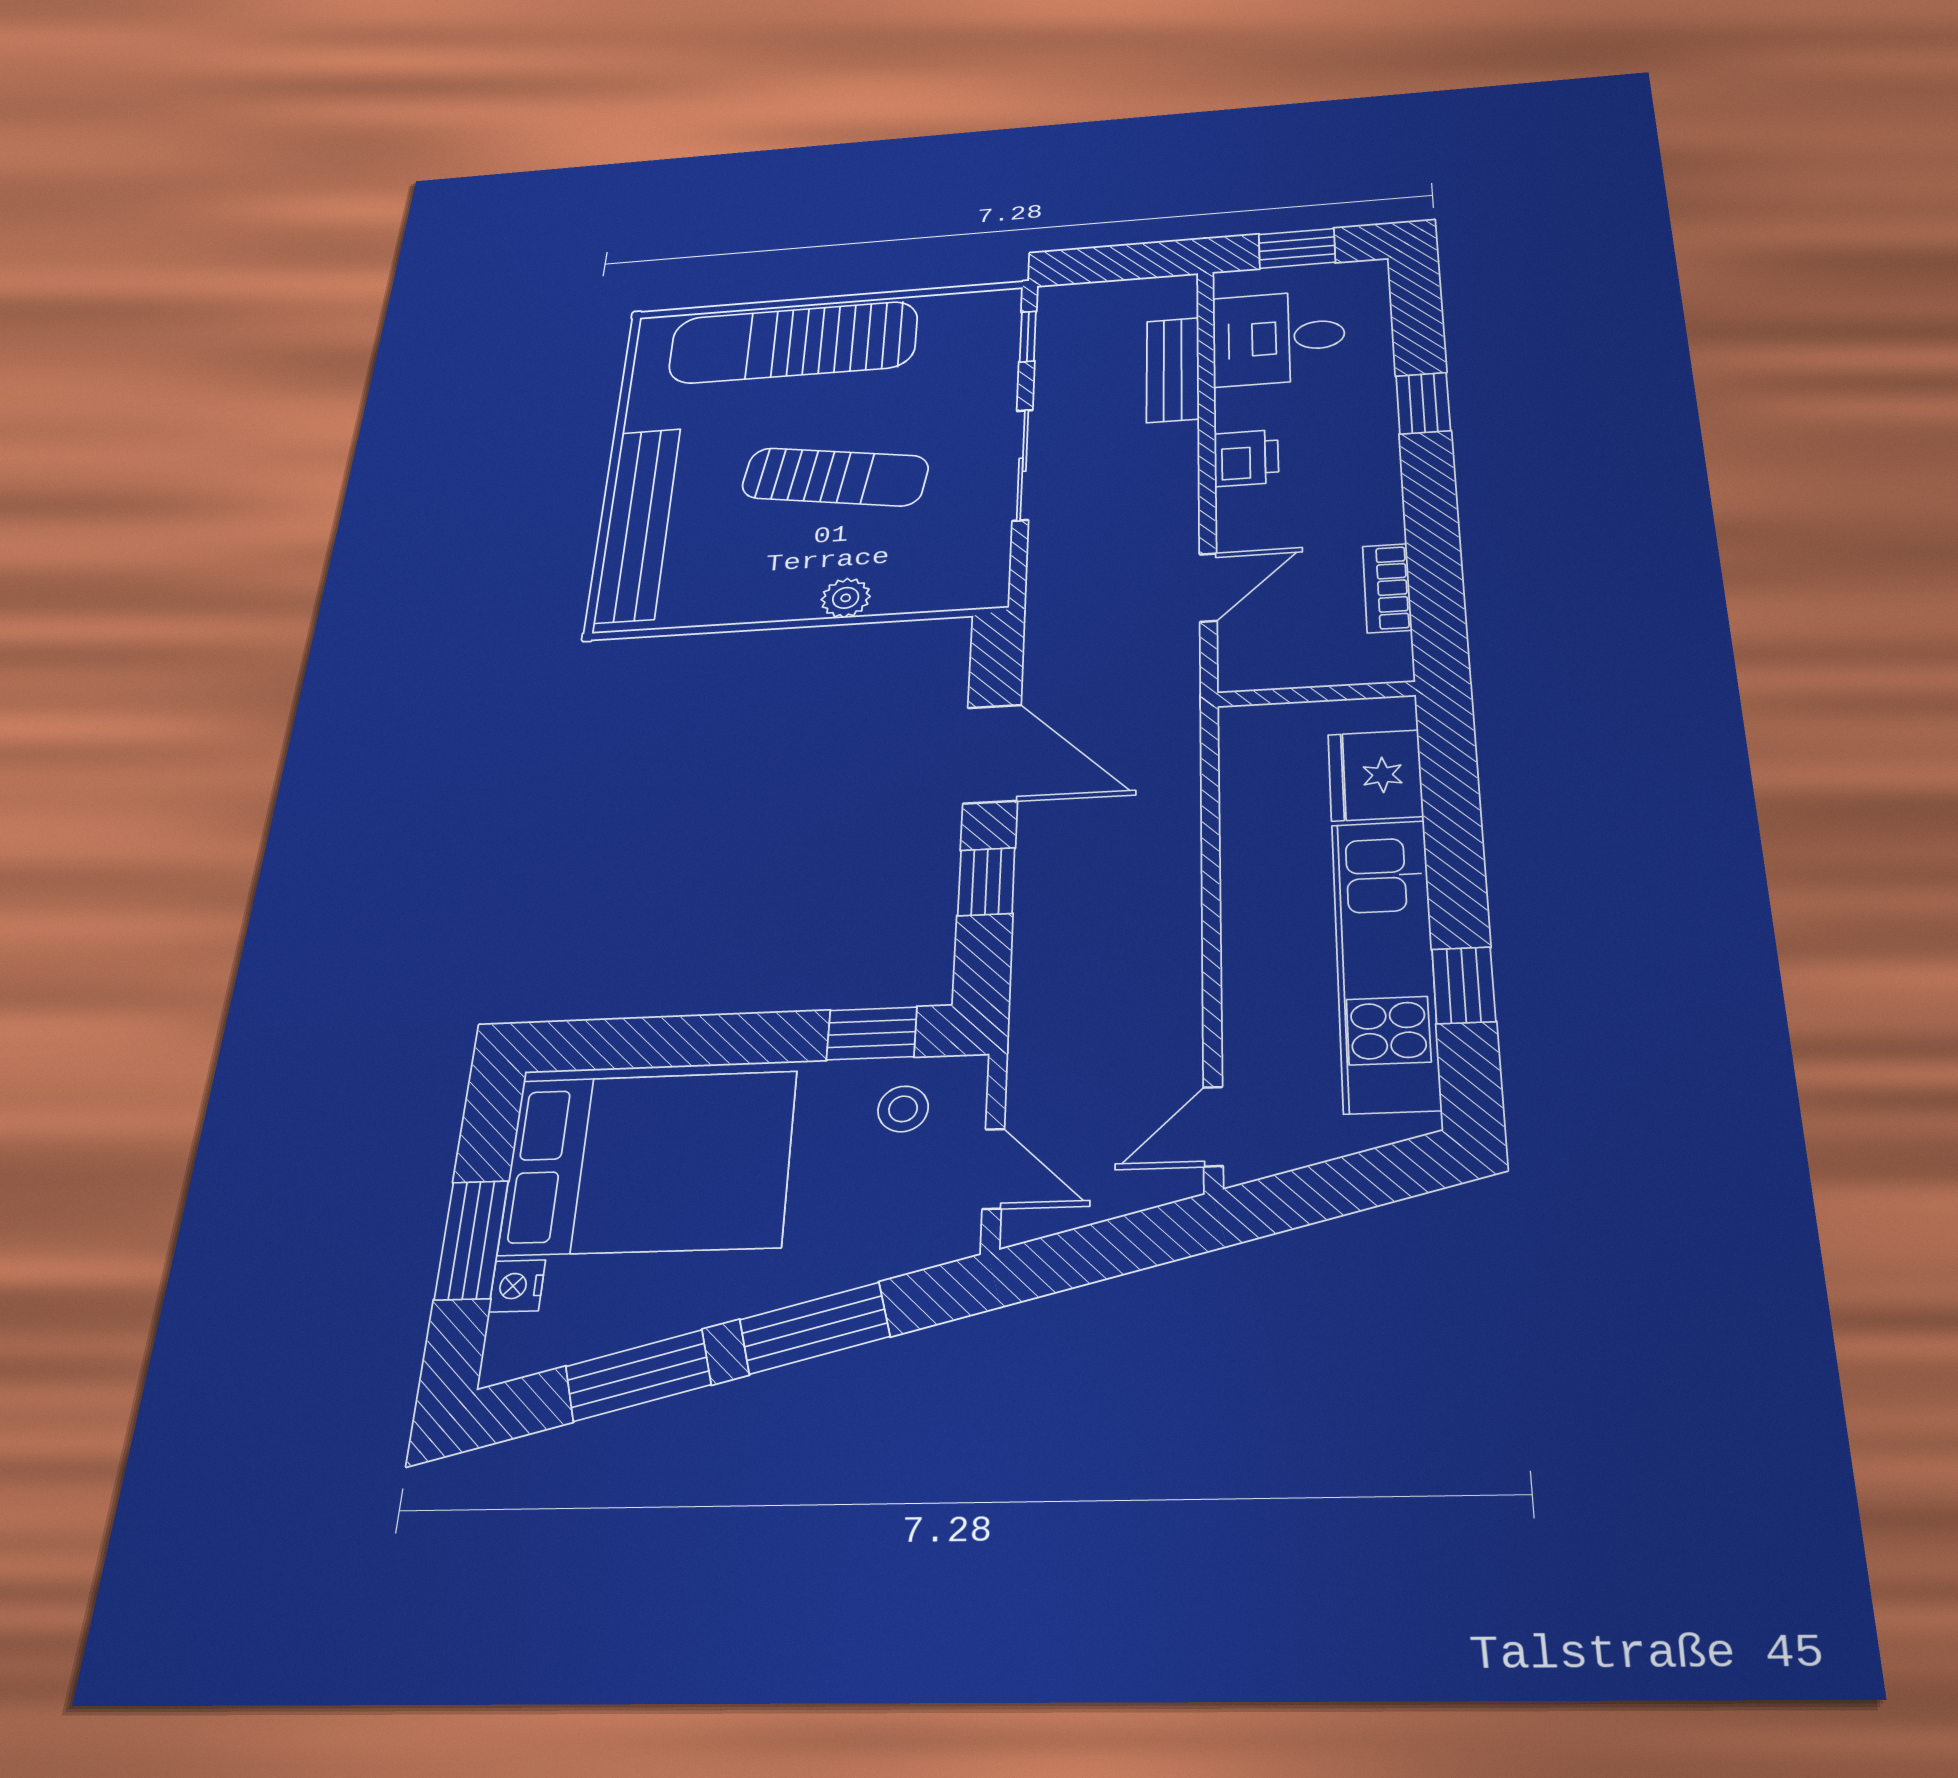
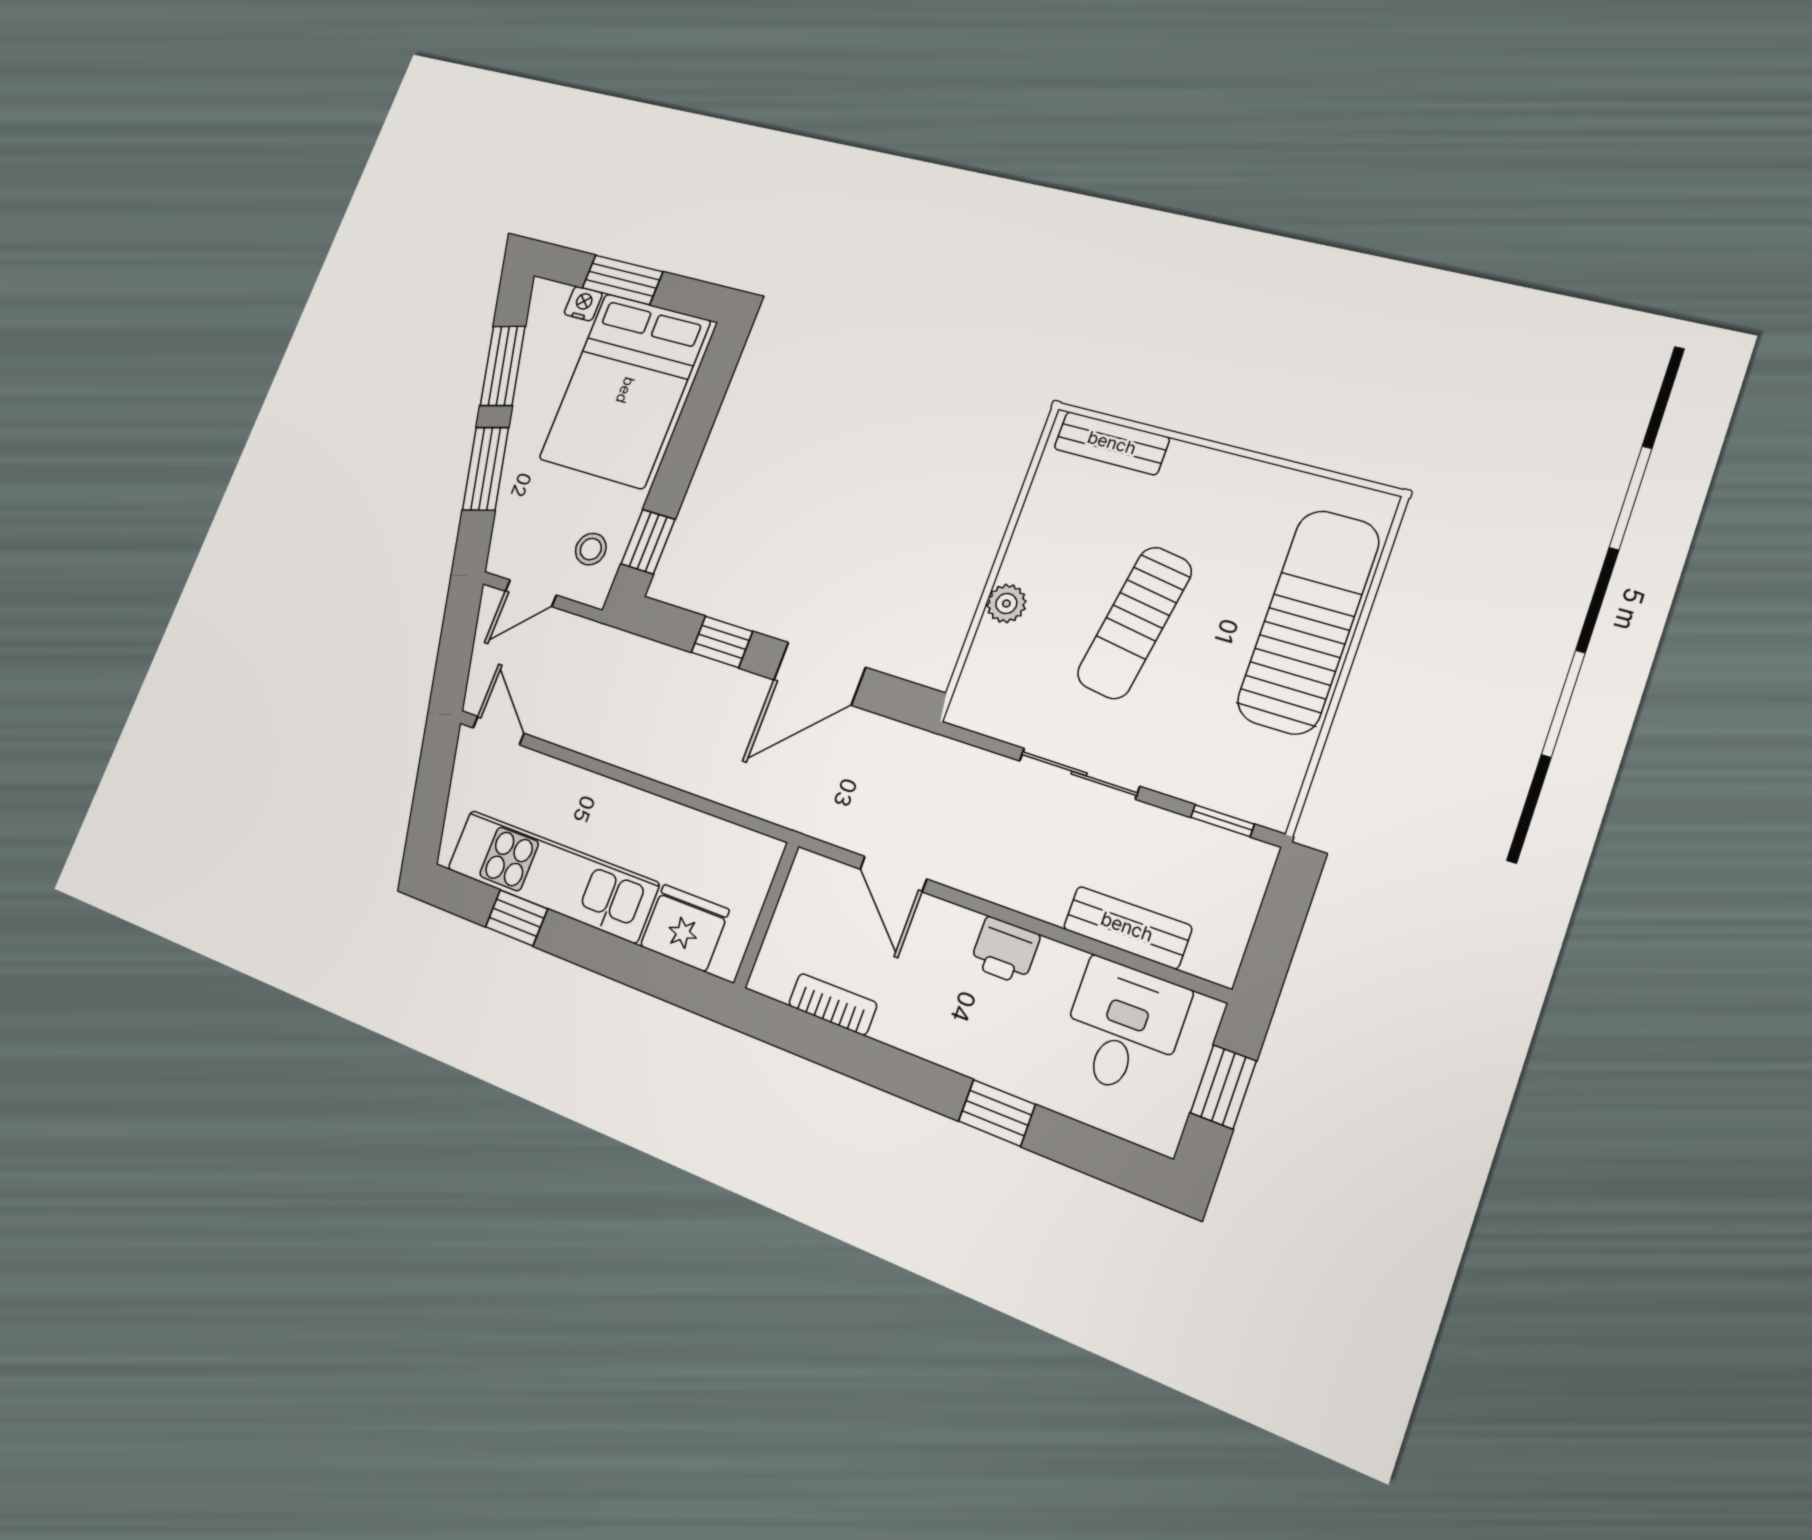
bench: (638, 524) -> (1112, 443), width x0.54, depth x0.82

